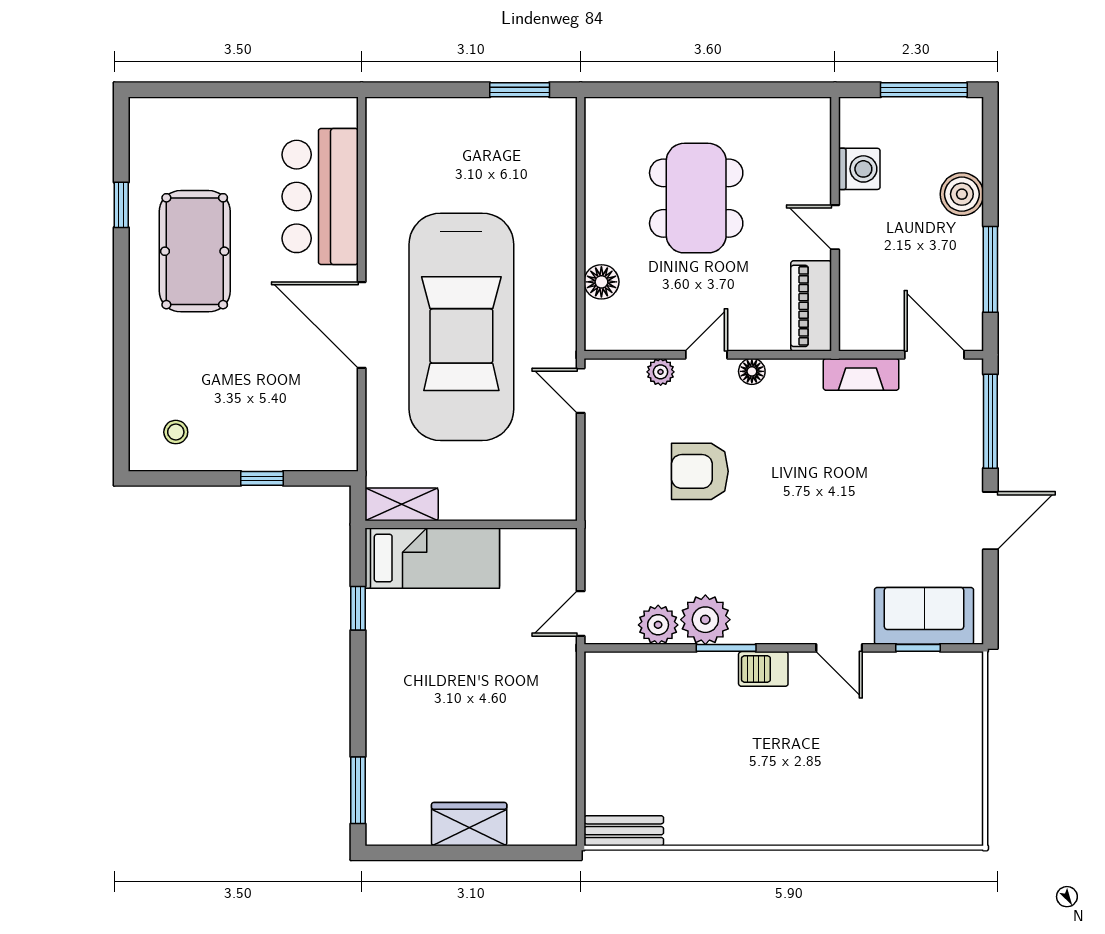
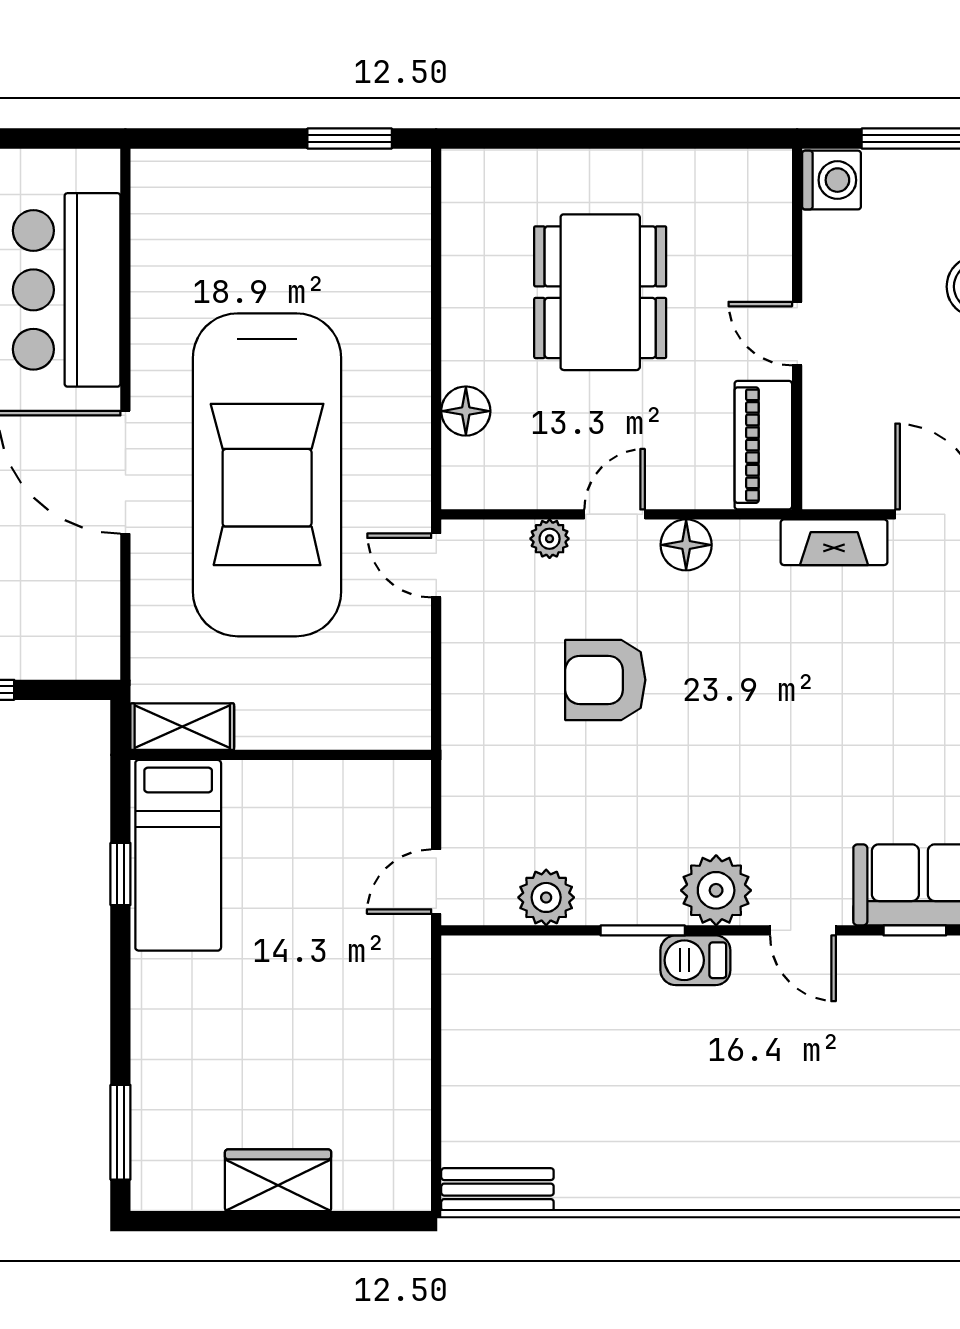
washing machine: (859, 169) -> (832, 180), moved
floor lamp: (752, 371) -> (686, 545), width x1.37, depth x1.37
bed: (432, 558) -> (178, 855), moved, turned 90
plant: (705, 620) -> (716, 890), moved

